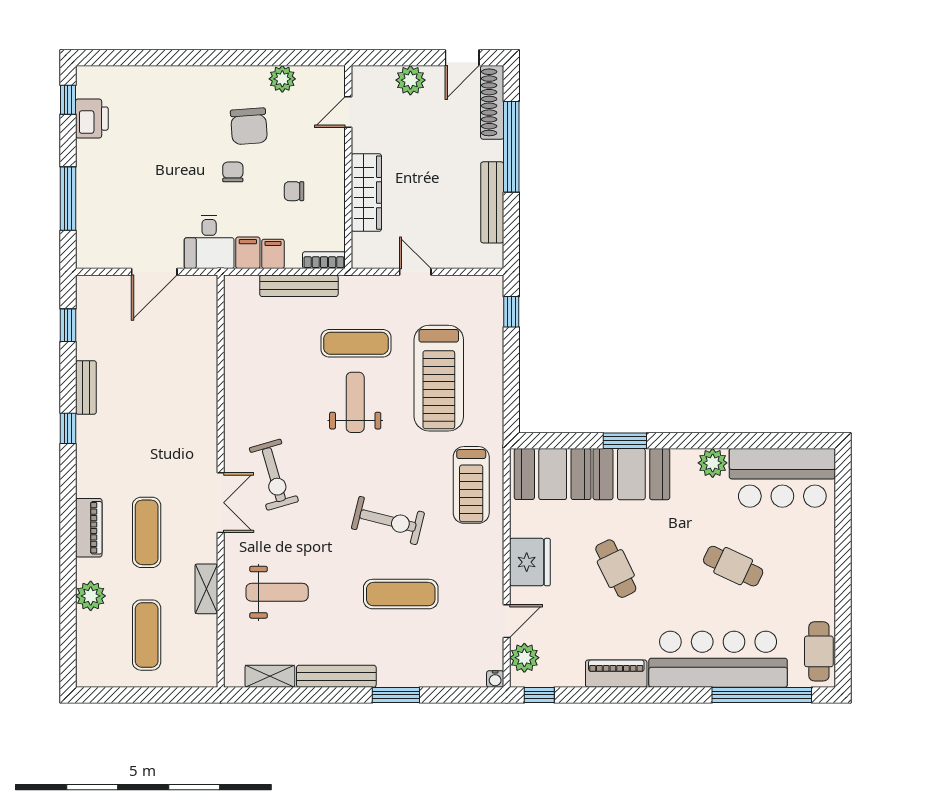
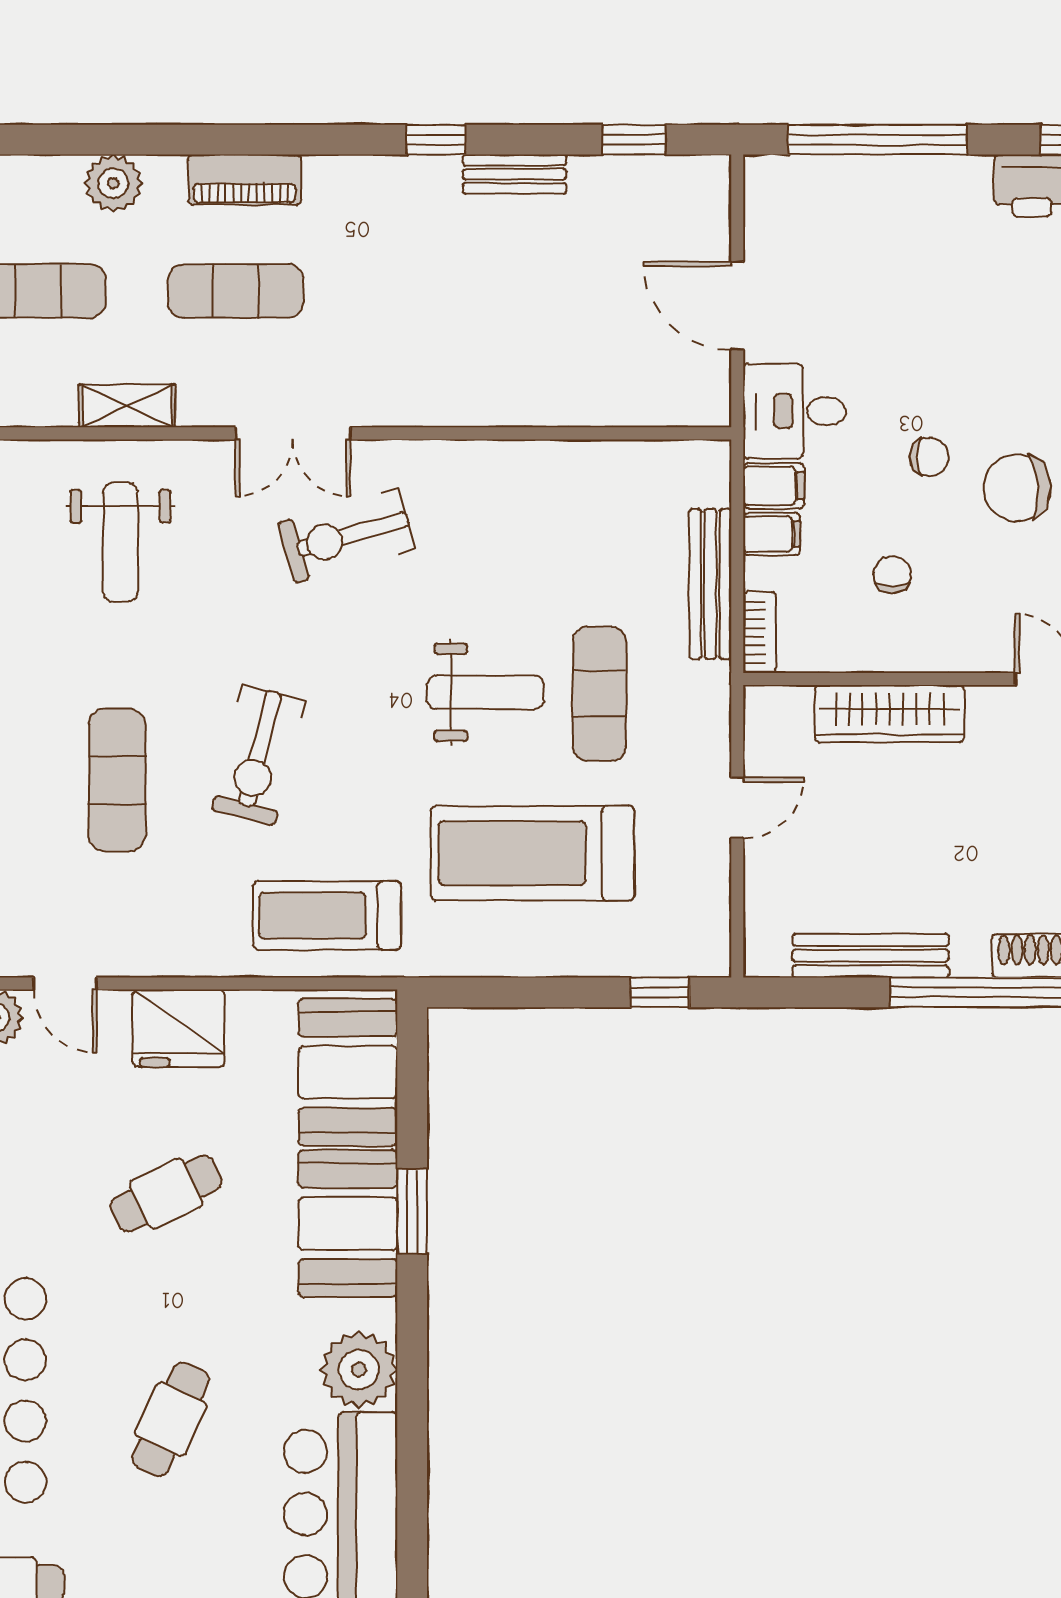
window: (68, 199) -> (878, 140), width x1.46
plant: (713, 463) -> (359, 1370), width x1.36, depth x1.36

